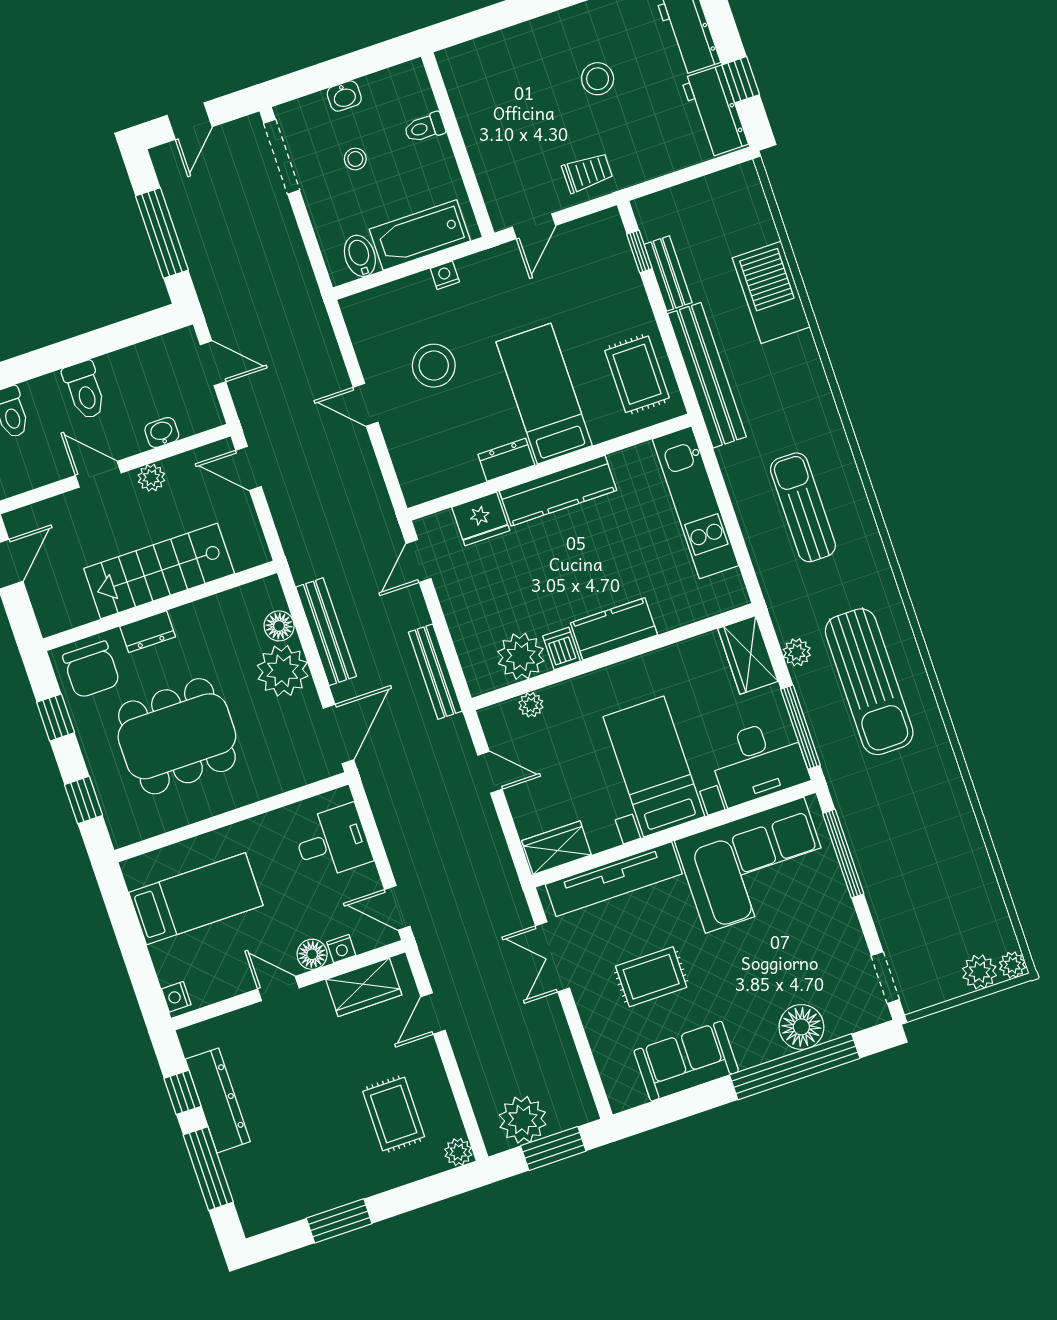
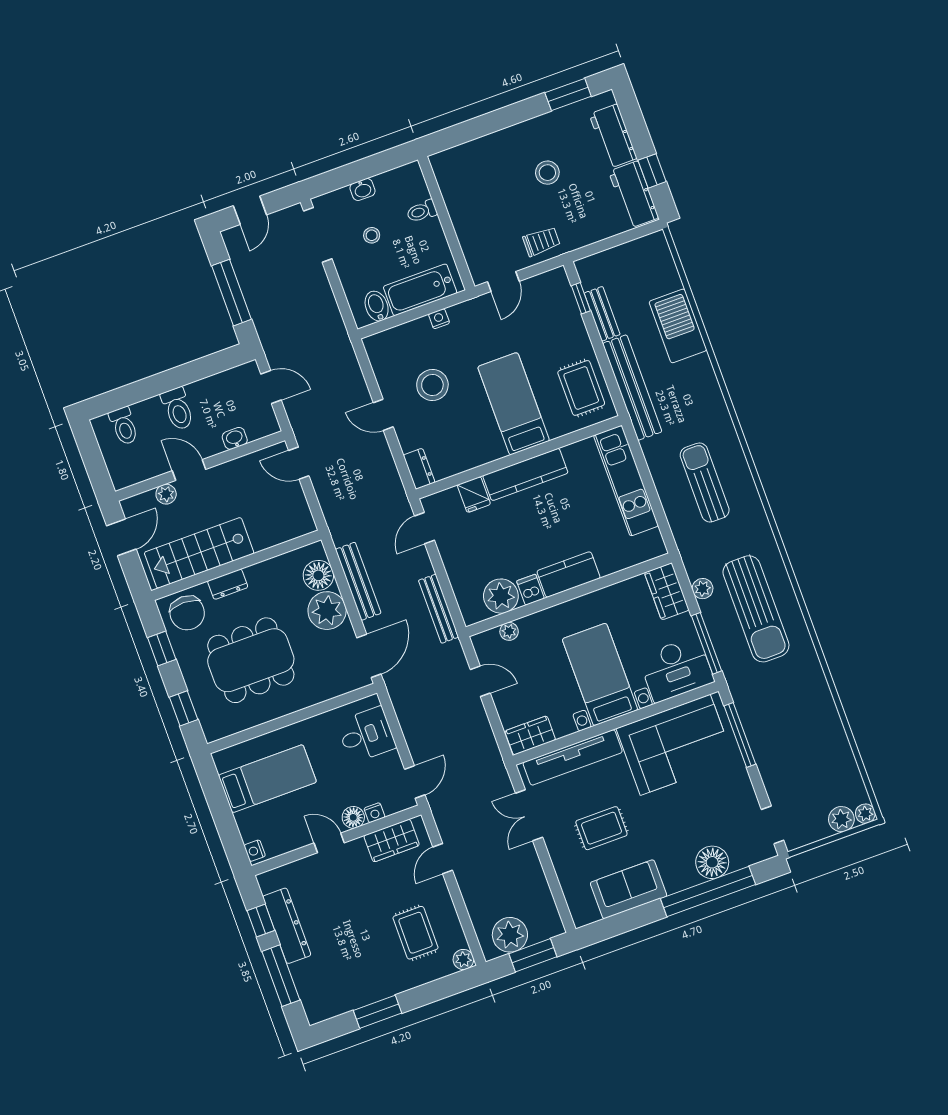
dresser: (506, 460) -> (419, 469), moved, turned 90
plant: (151, 478) -> (166, 494), moved
fridge: (481, 519) -> (474, 495), width x0.72
stairs: (159, 571) -> (199, 553), moved
floor lamp: (279, 626) -> (318, 575), width x1.38, depth x1.38
door: (397, 908) -> (415, 782), swing flipped

